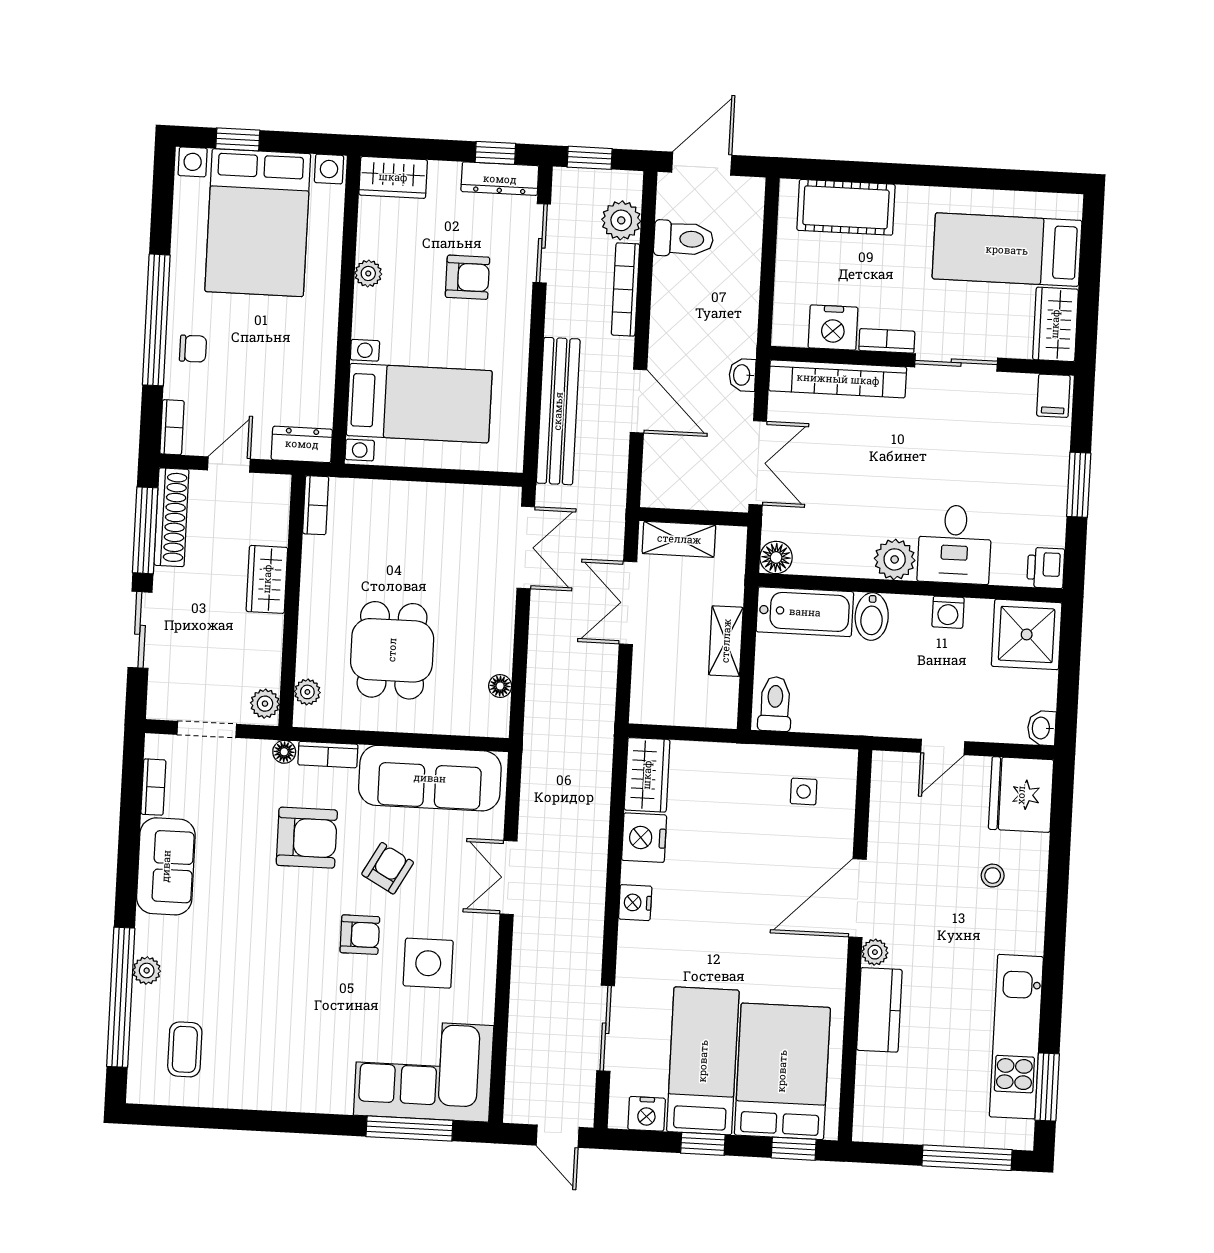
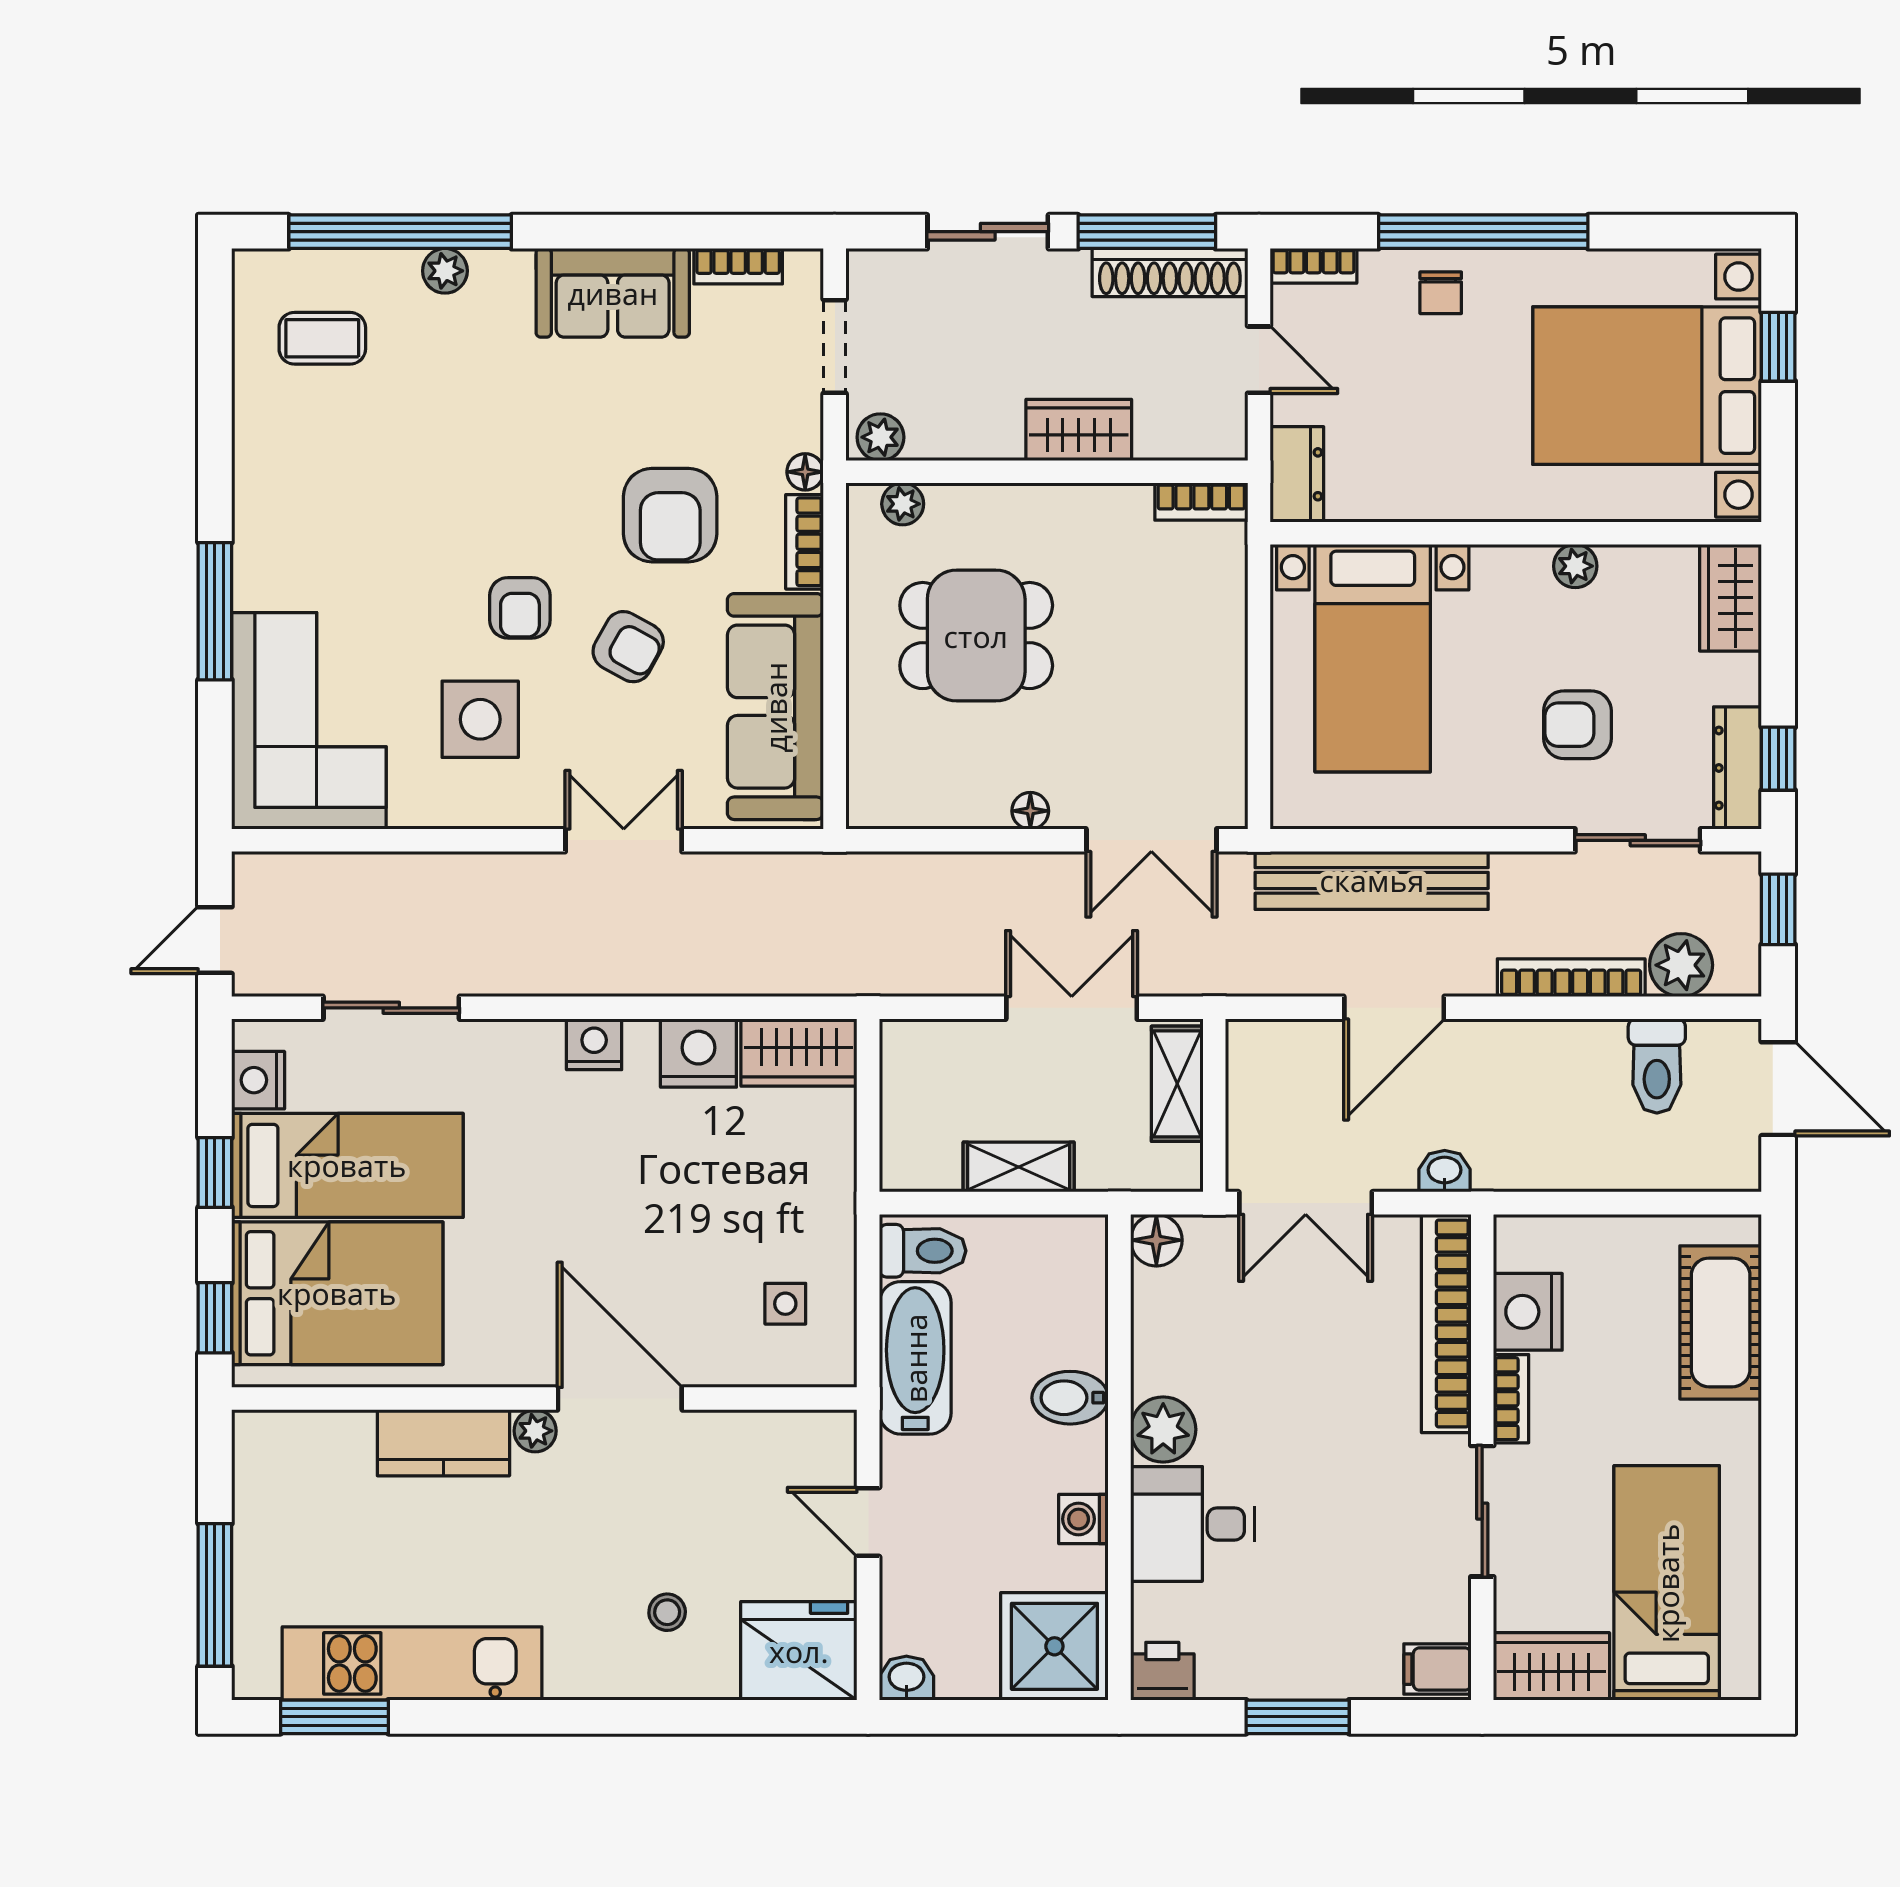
armchair: (468, 277) -> (1577, 725), turned 90
bathtub: (805, 612) -> (915, 1358), moved, turned 180
floor lamp: (500, 686) -> (1030, 811), moved
window: (409, 1128) -> (215, 611), moved

